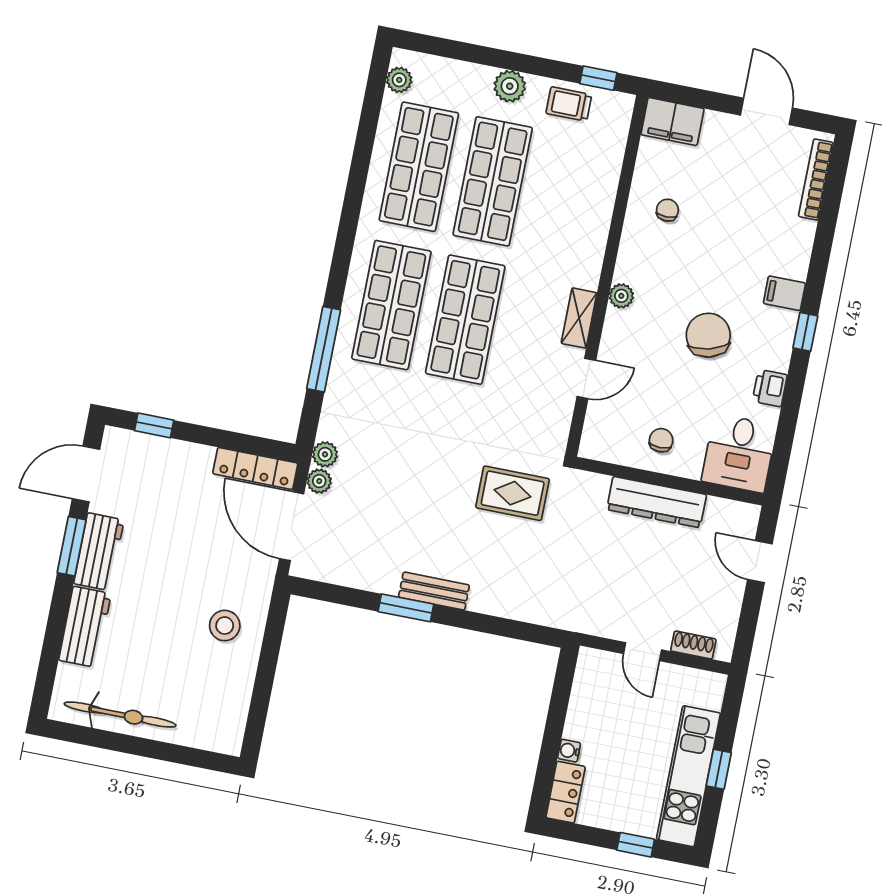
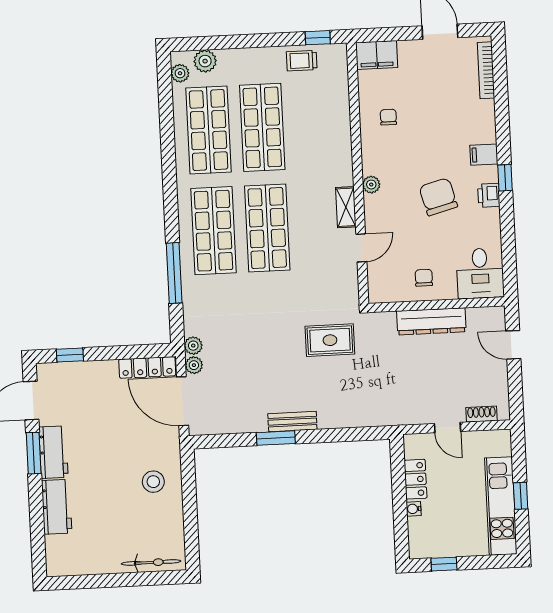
plant: (510, 86) -> (205, 61), moved
printer: (770, 388) -> (489, 195), moved
bicycle: (120, 715) -> (151, 562), moved, width x0.73, depth x0.71
locker: (566, 792) -> (416, 479), moved
window: (636, 845) -> (444, 564), moved

